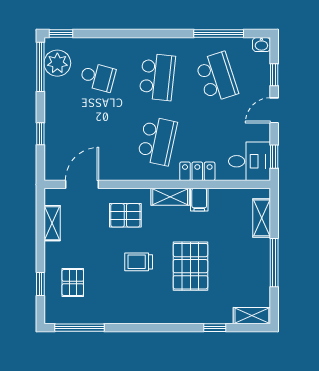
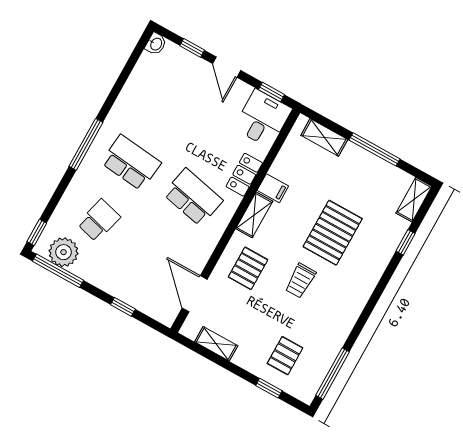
window: (219, 34) -> (86, 144), moved
school desk: (217, 77) -> (163, 105), removed
pallet: (190, 266) -> (333, 233), turned 90
pallet: (73, 283) -> (285, 356), turned 90

